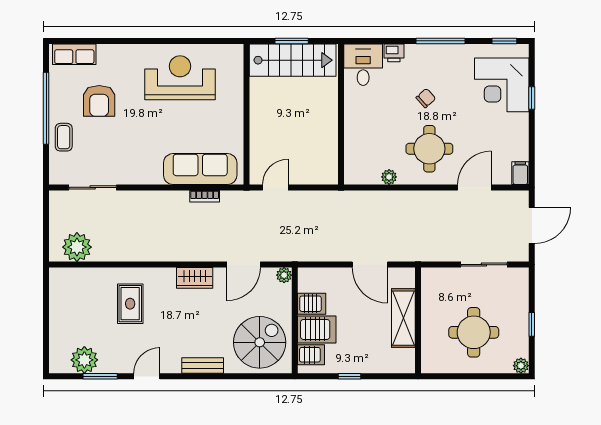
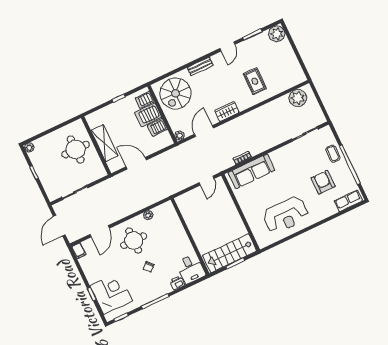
round table: (474, 332) -> (76, 149), moved
plant: (84, 360) -> (277, 34), moved

